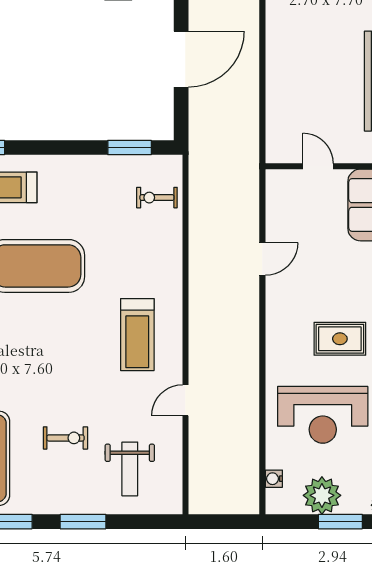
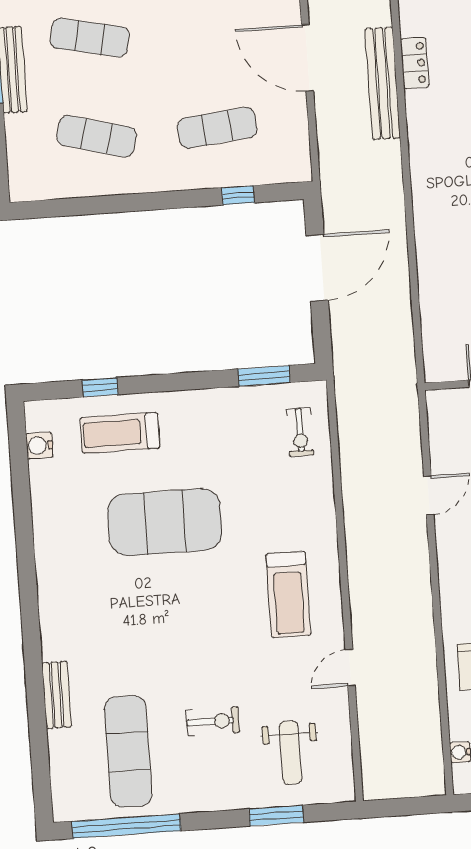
exercise bike: (157, 198) -> (300, 432), turned -90
window: (83, 522) -> (276, 816), moved

